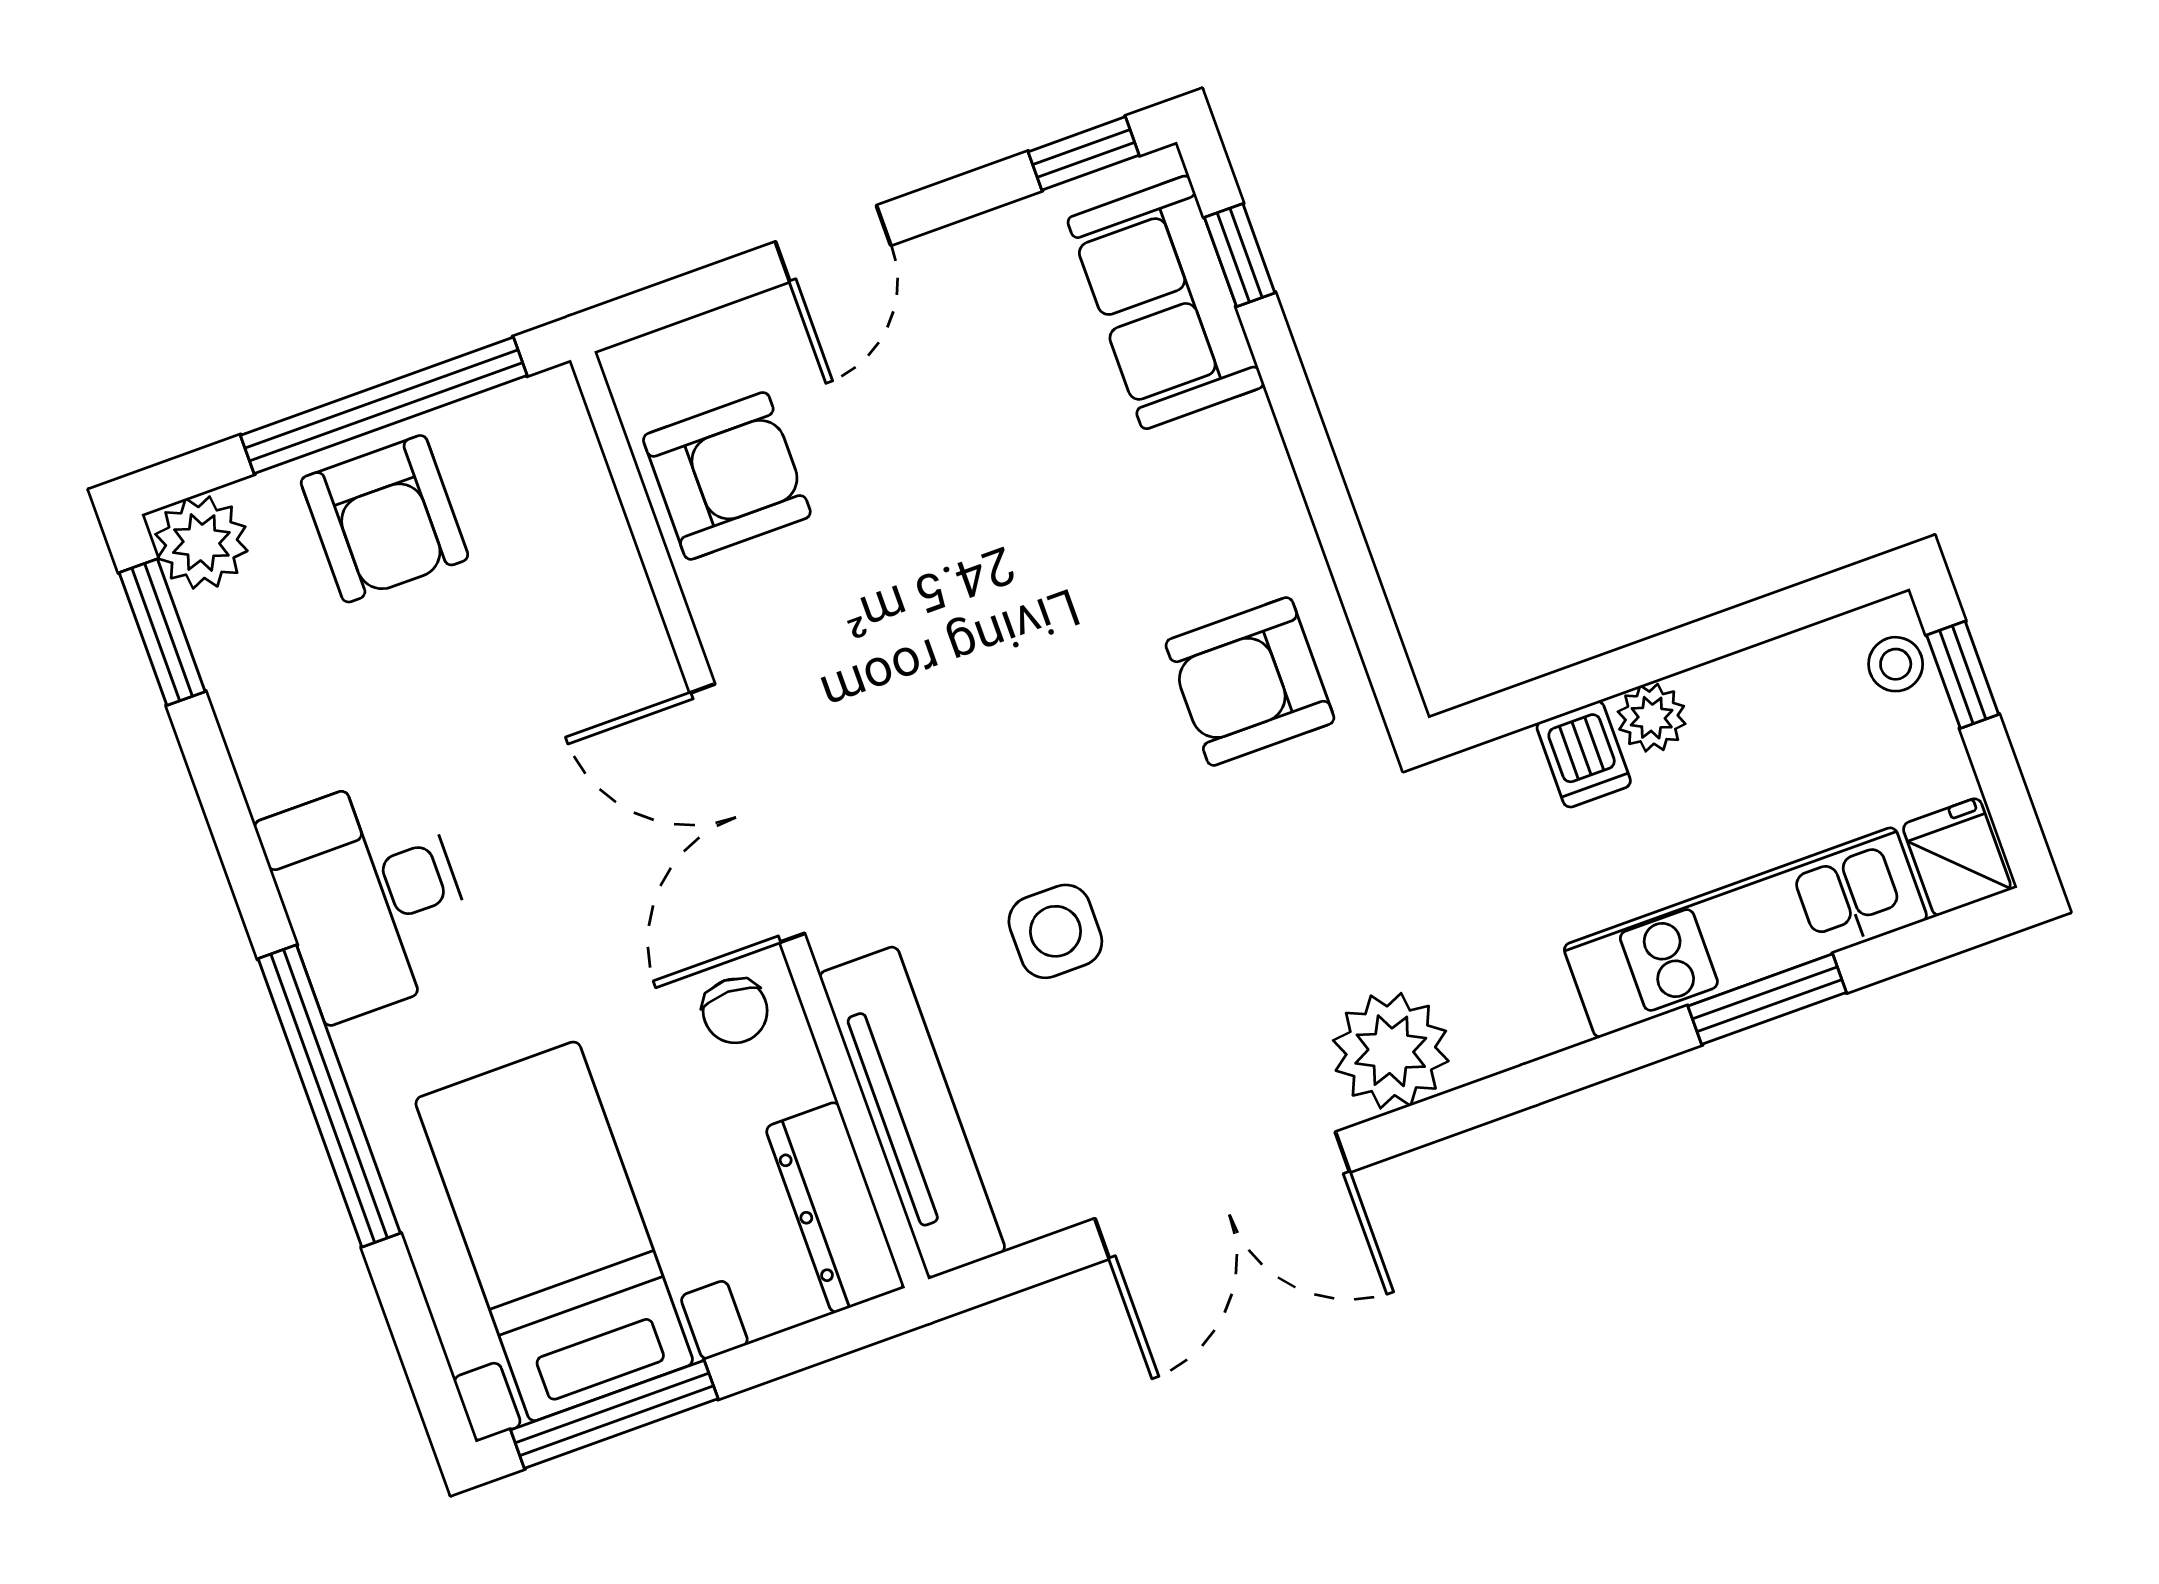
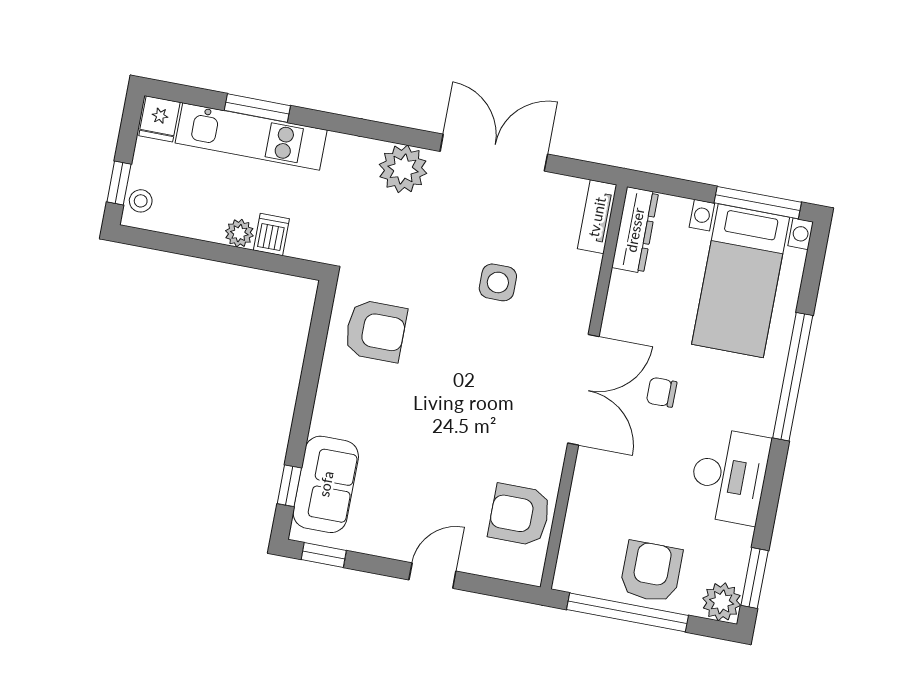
desk: (370, 896) -> (729, 476), moved
chair: (735, 1011) -> (662, 392), moved, turned -90
tv unit: (912, 1112) -> (597, 217), width x0.52, depth x0.78

